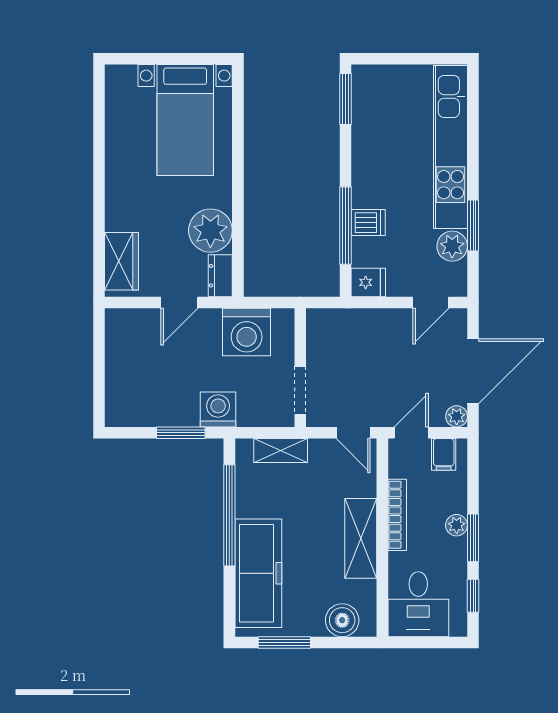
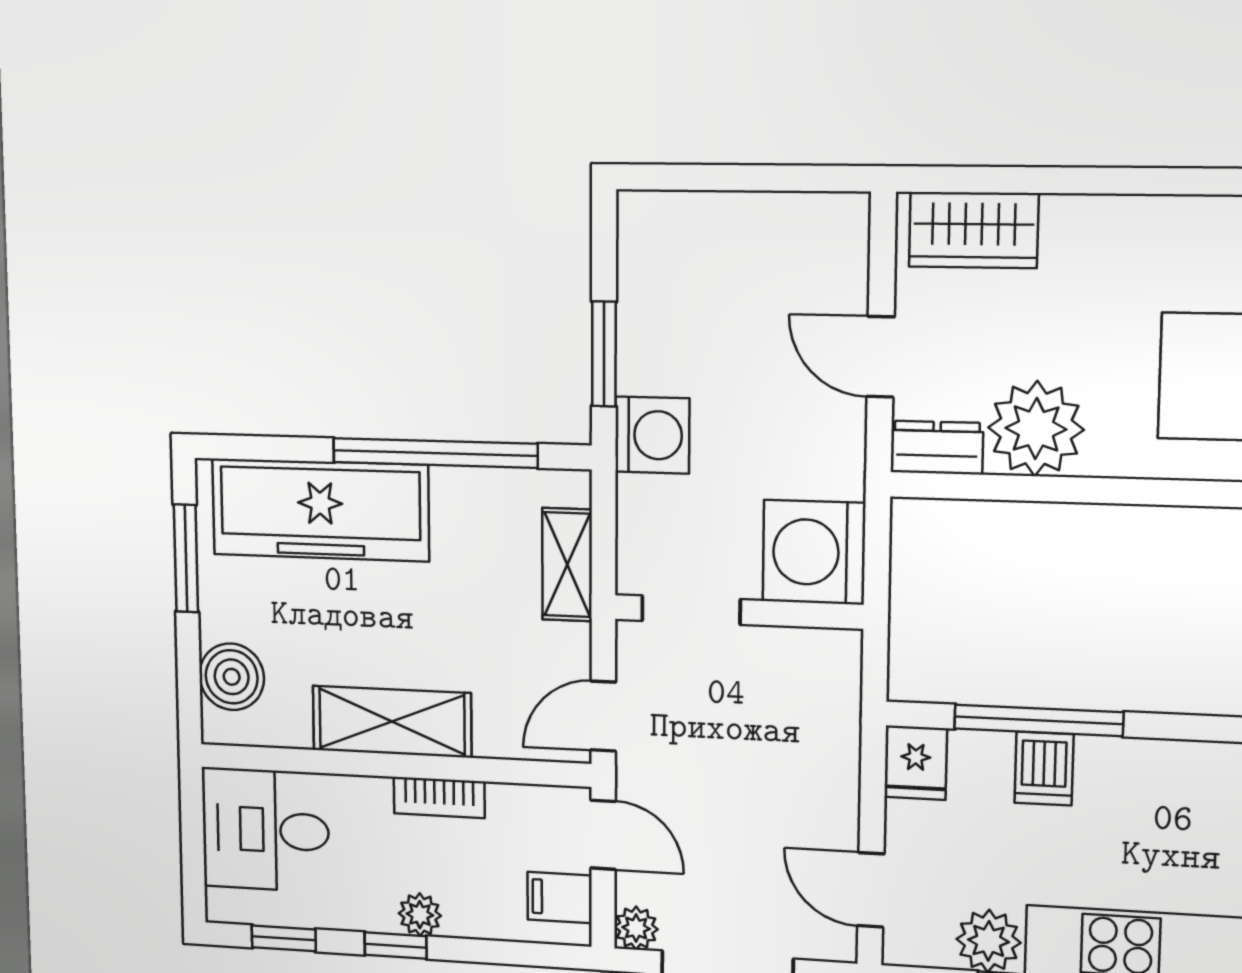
washing machine: (247, 332) -> (814, 552), moved
bookcase: (397, 515) -> (439, 797), width x0.64
window: (473, 538) -> (396, 946), width x0.67

